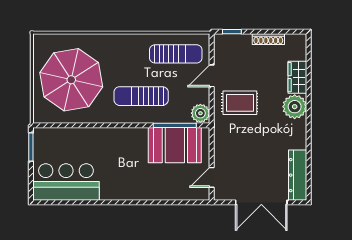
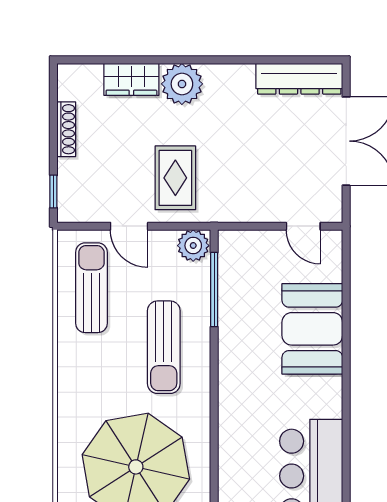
booth: (175, 145) -> (312, 329), moved

